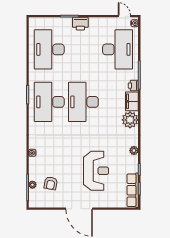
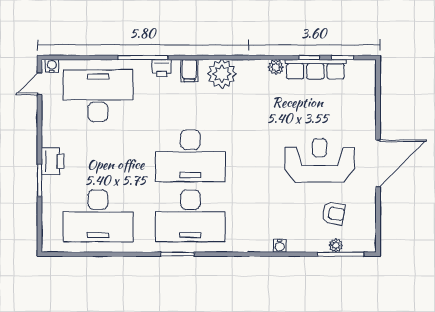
filing cabinet: (132, 101) -> (189, 71), width x0.50
reception desk: (96, 171) -> (320, 160), moved
row of seats: (133, 190) -> (315, 69), moved

